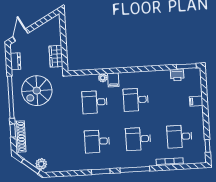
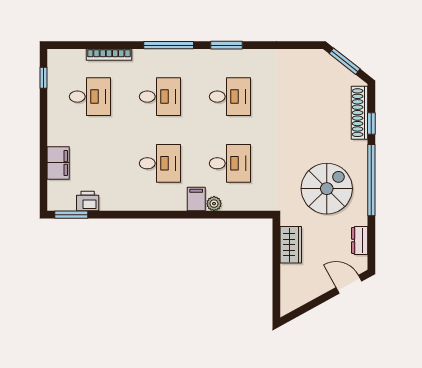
door: (20, 35) -> (349, 284), swing flipped
filing cabinet: (196, 101) -> (58, 163), width x2.00
plant: (41, 164) -> (327, 64), removed

